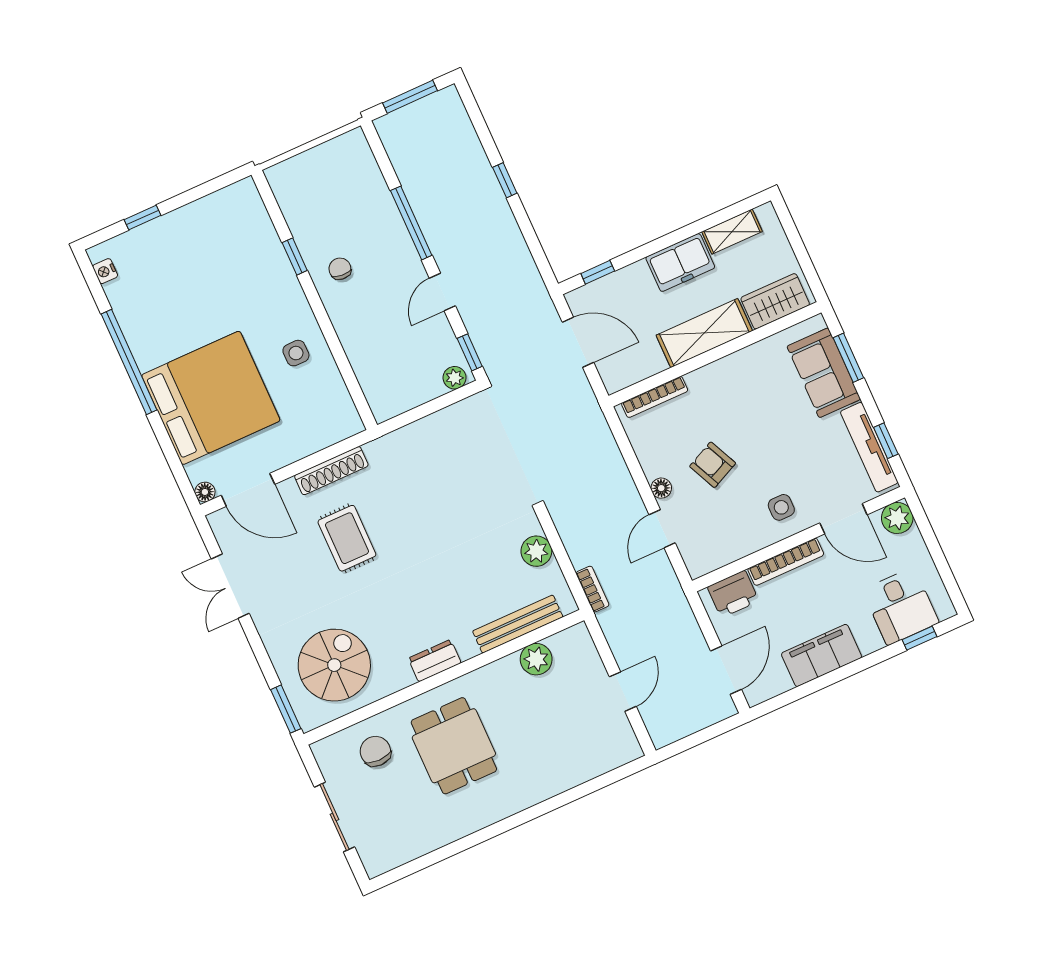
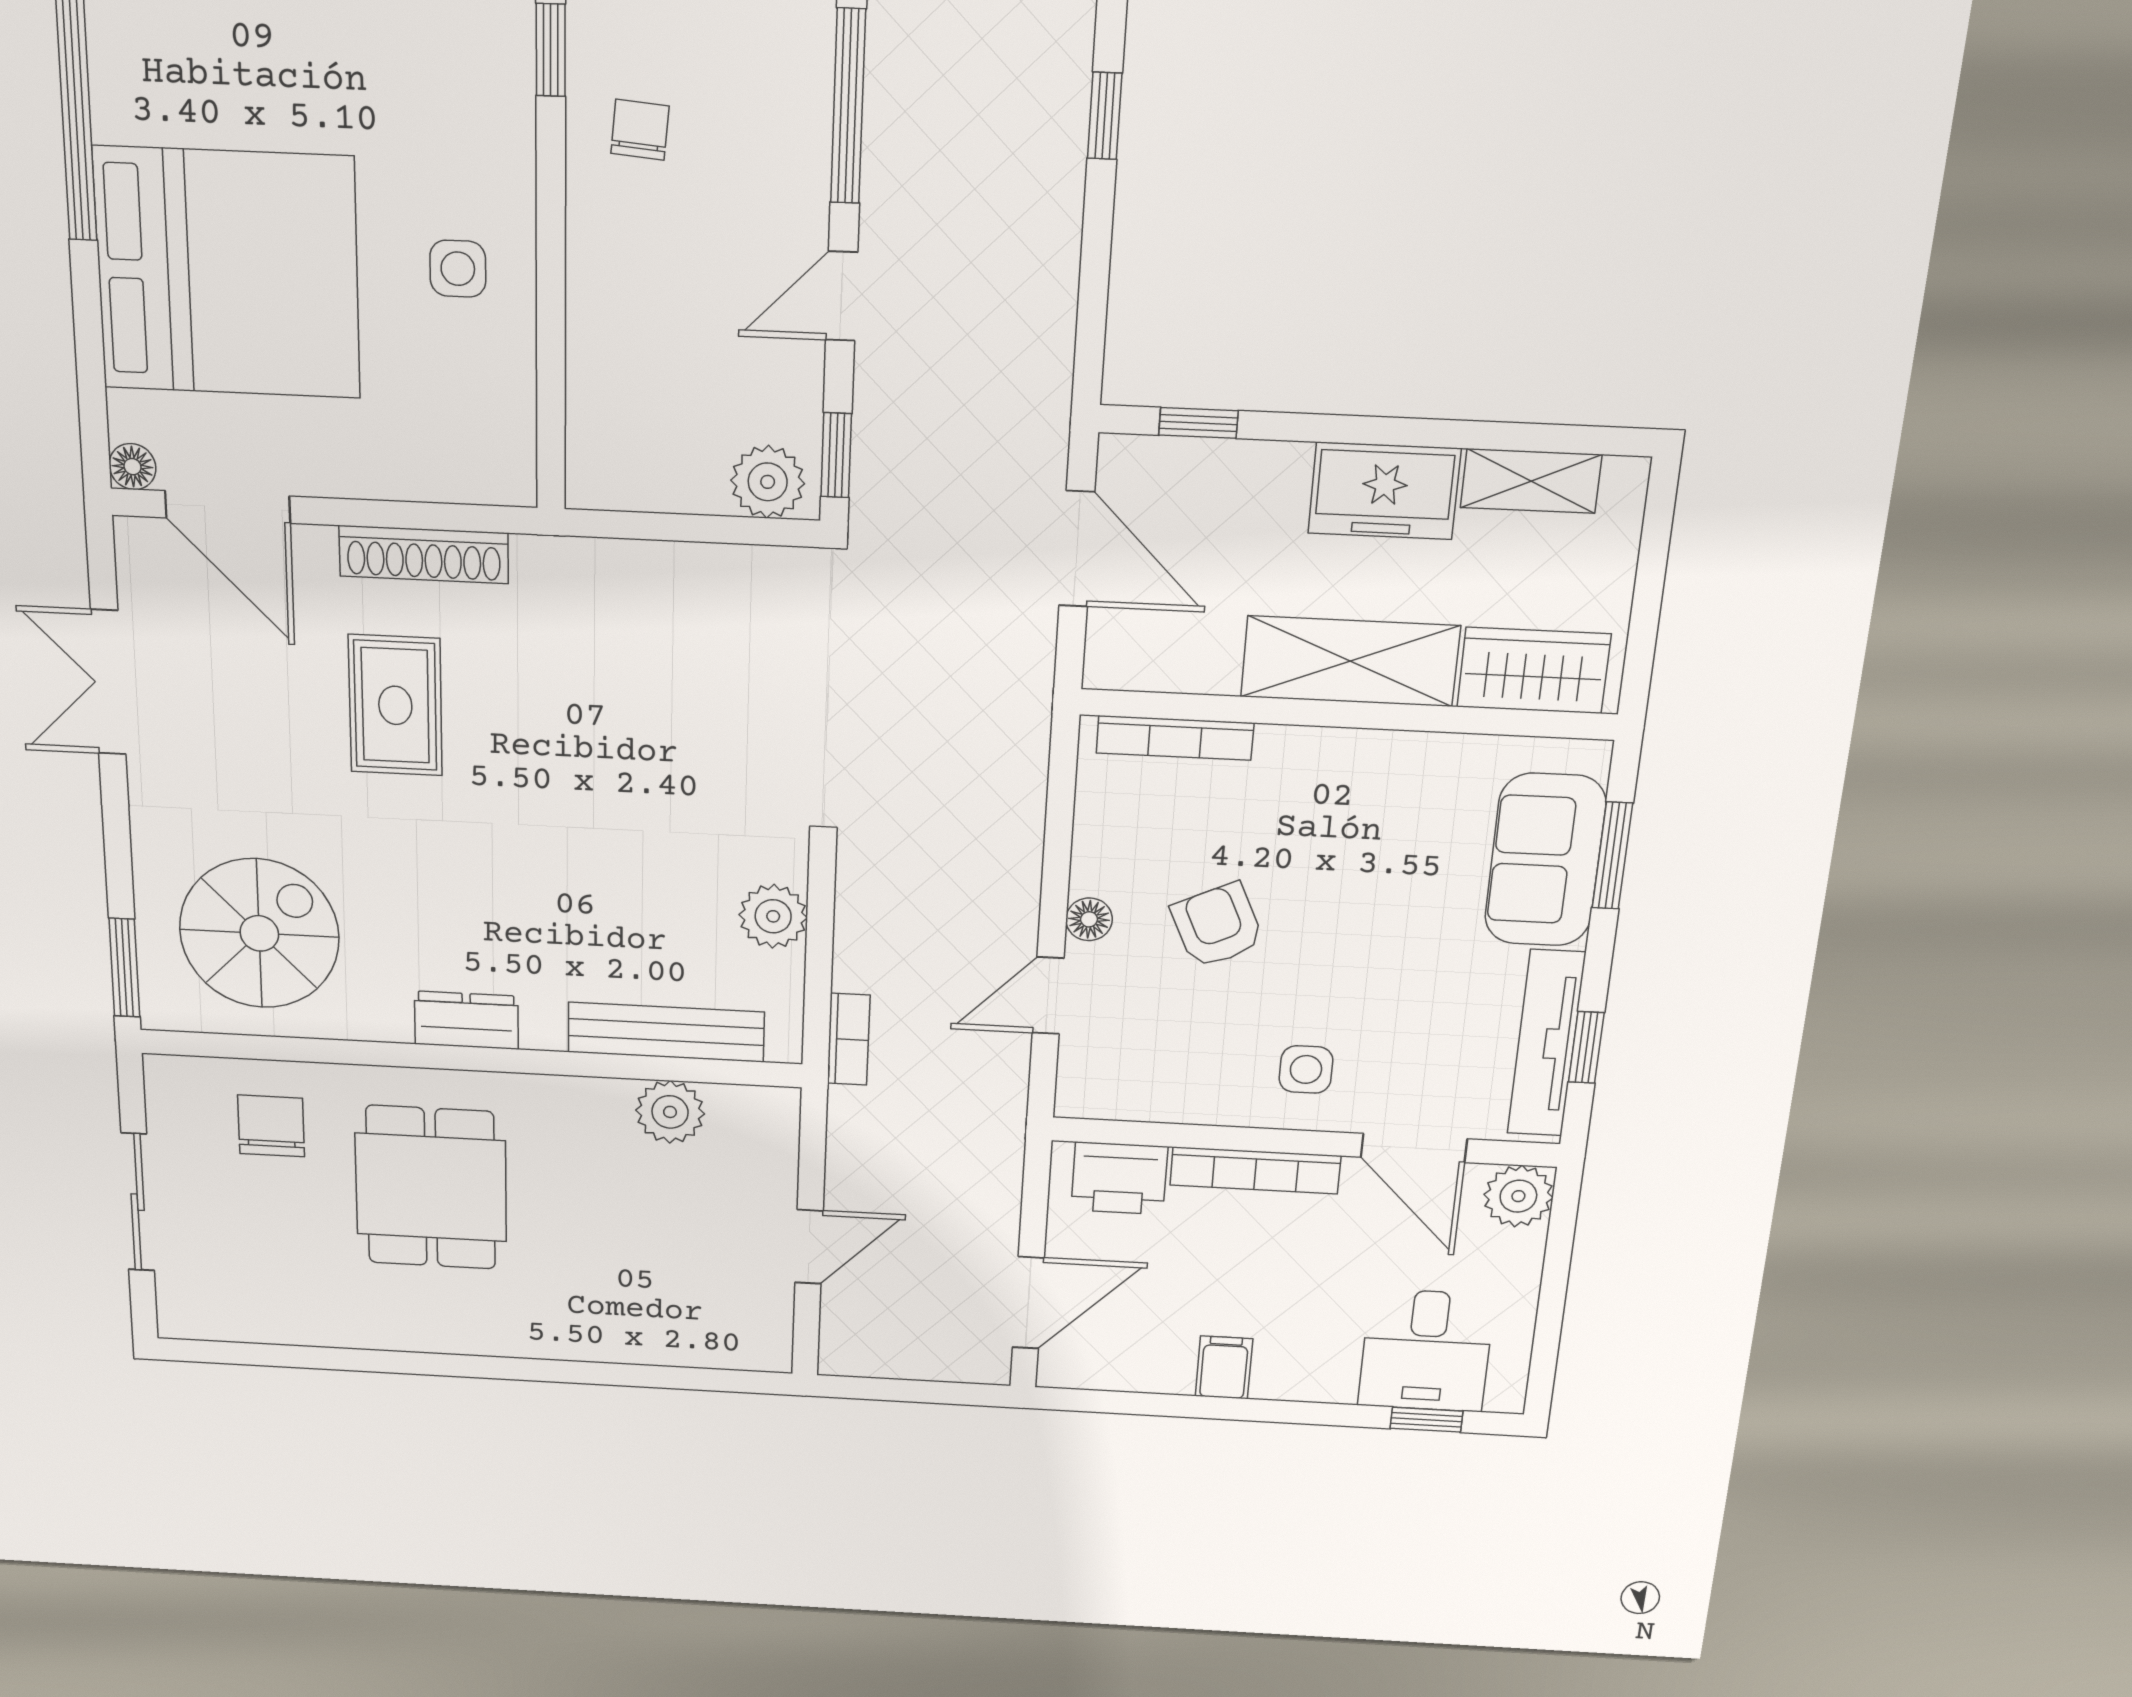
plant: (455, 378) -> (768, 482), width x1.38, depth x1.38
filing cabinet: (822, 655) -> (1224, 1368), width x0.33, depth x0.86

